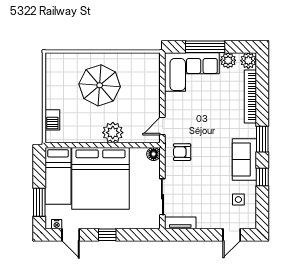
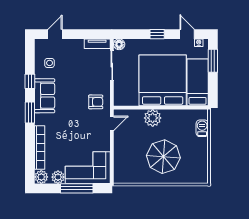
floor lamp: (154, 154) -> (119, 44), moved

